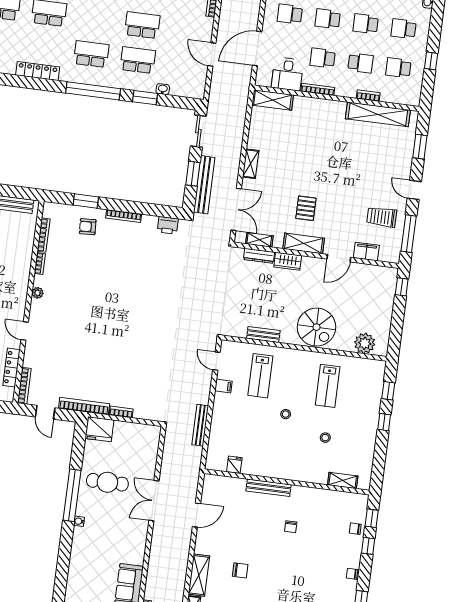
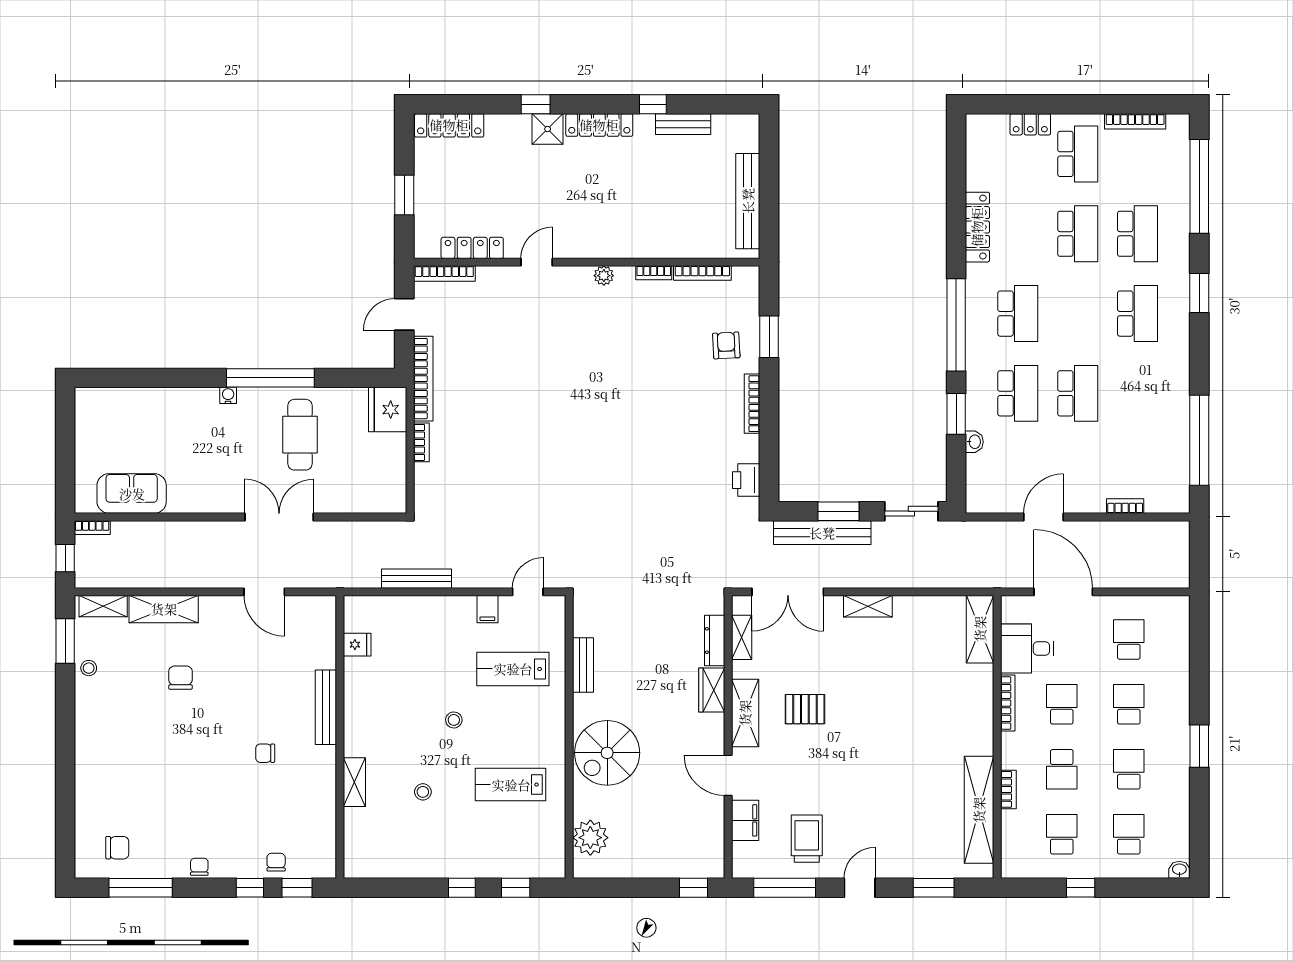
shelving: (343, 480) -> (354, 782), moved
chair: (240, 570) -> (180, 678), turned 180

